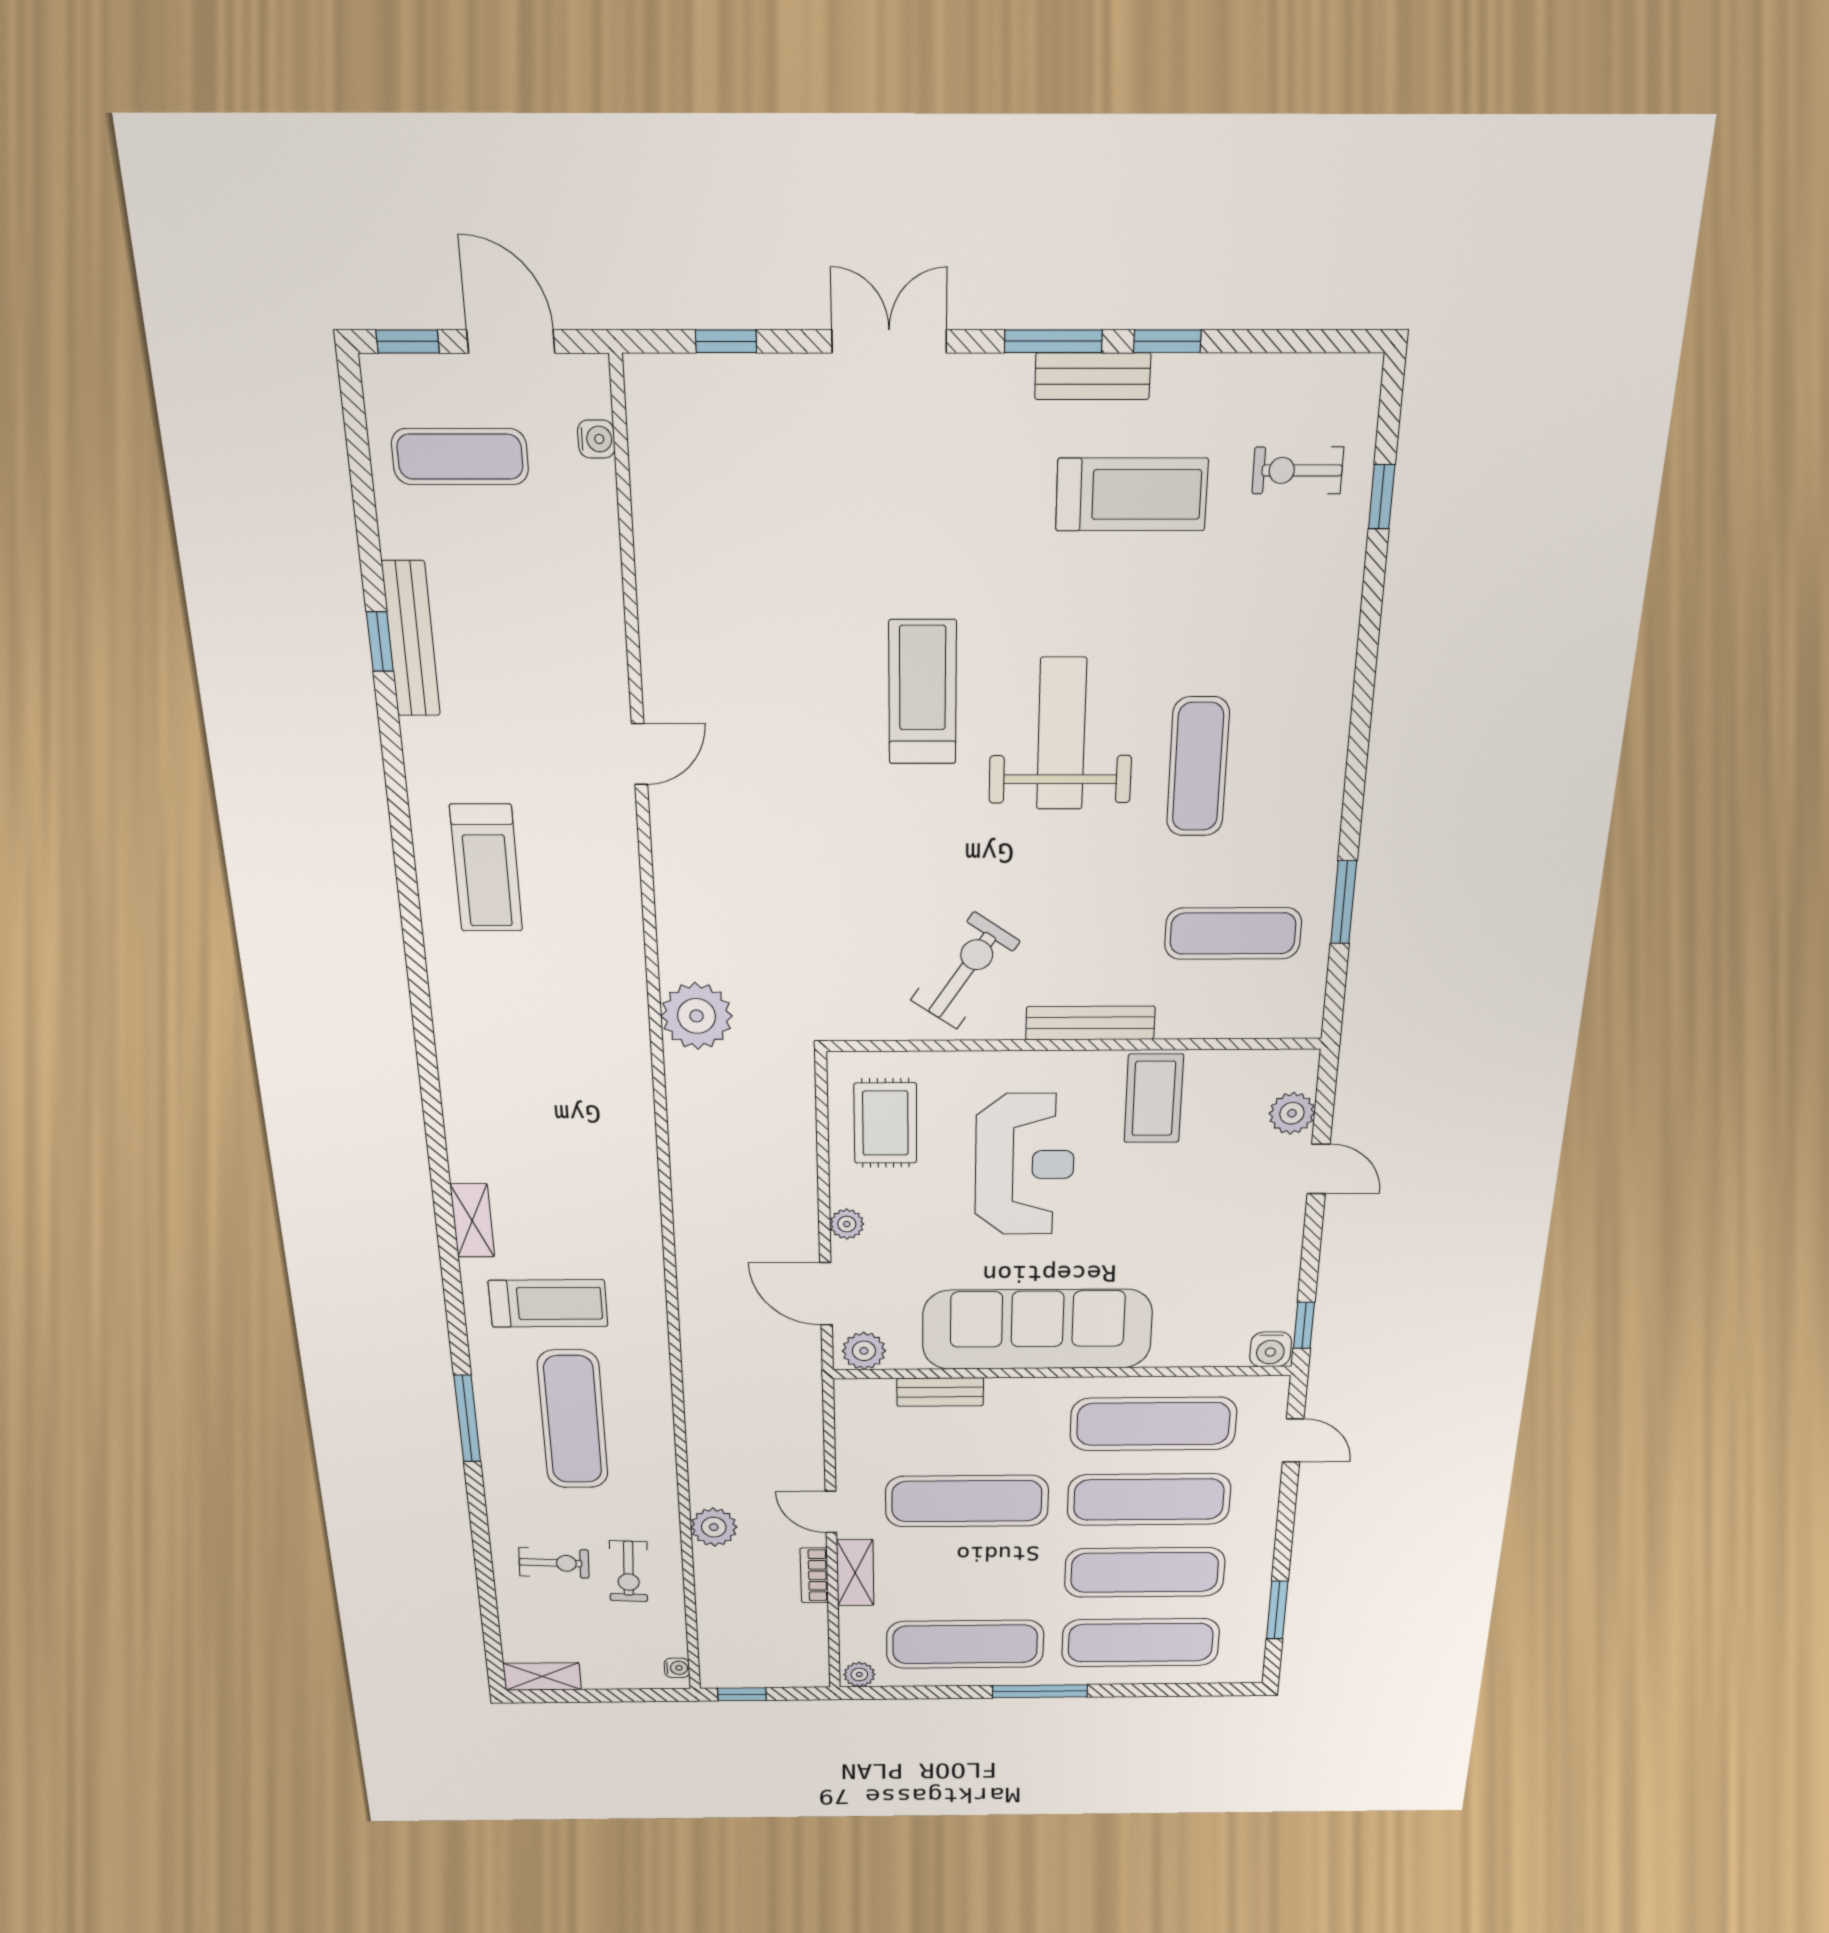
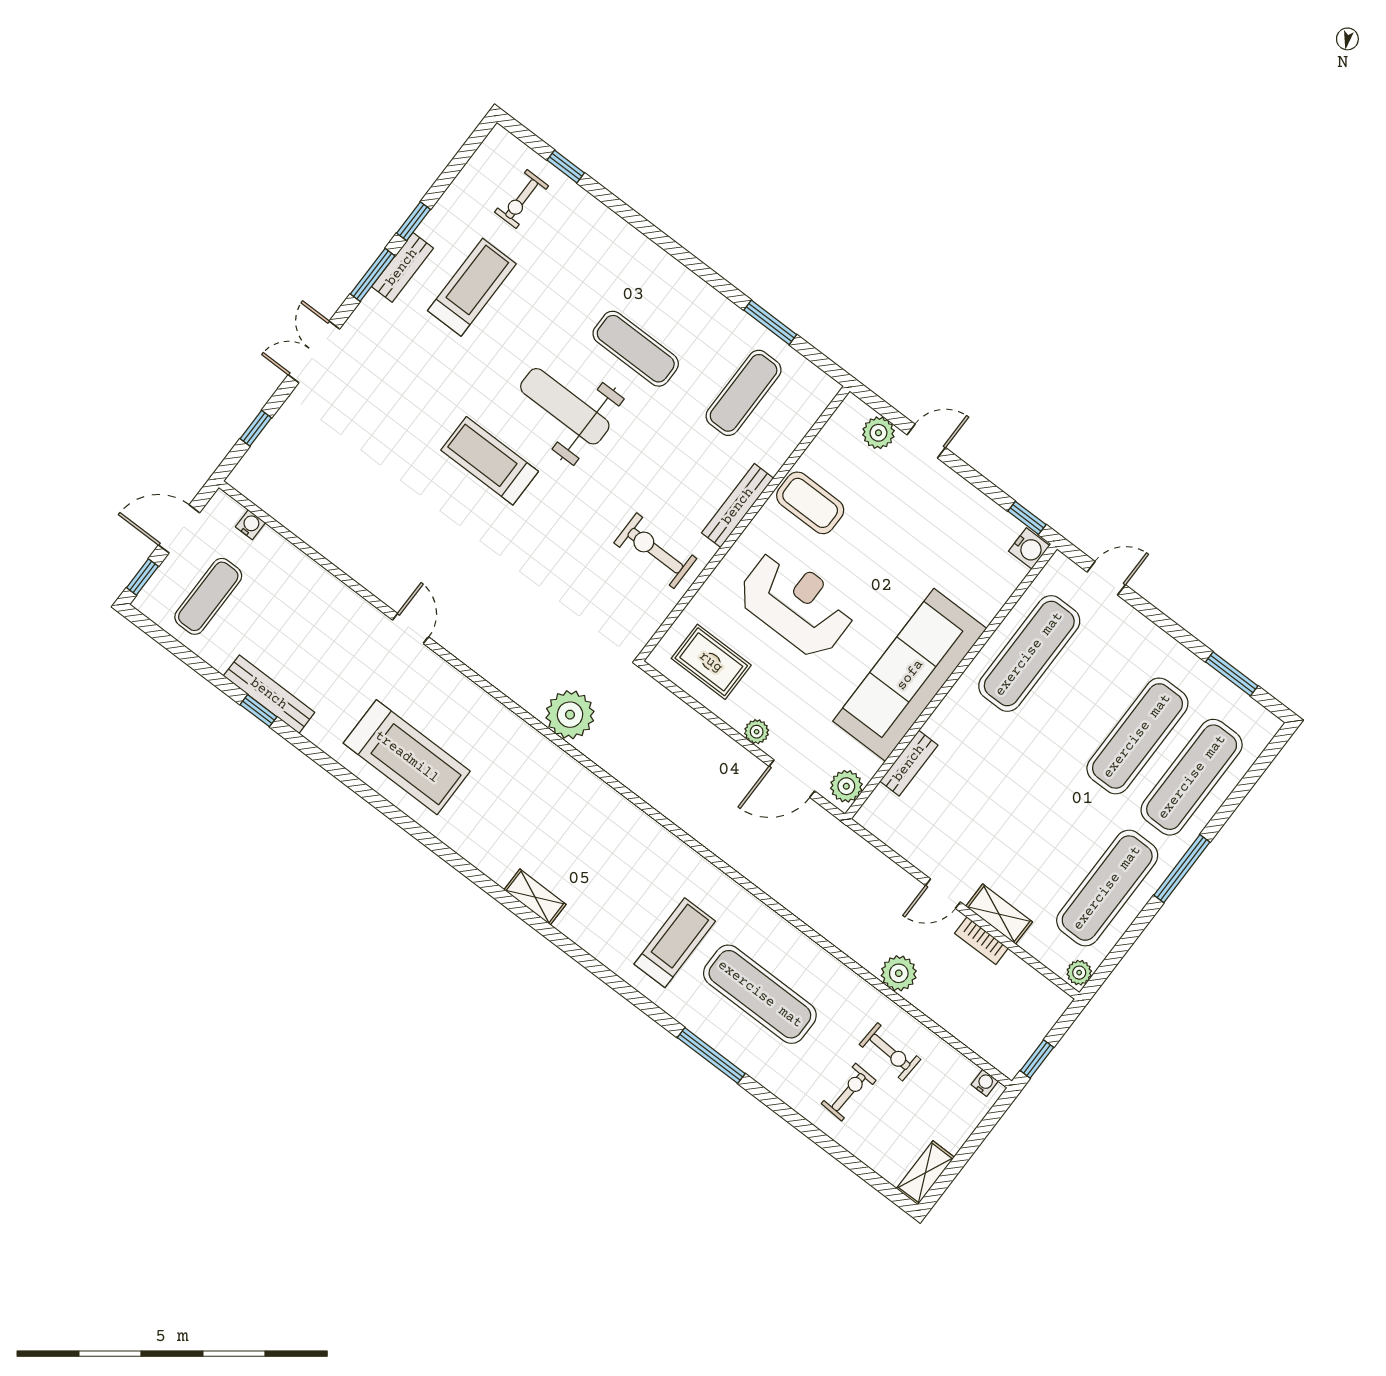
treadmill: (486, 868) -> (407, 757), width x1.37, depth x1.38
exercise bike: (965, 971) -> (655, 551), turned -34
shelving: (472, 1221) -> (535, 897), moved
exercise mat: (1149, 1500) -> (1083, 695), removed
exercise mat: (967, 1501) -> (999, 806), removed

